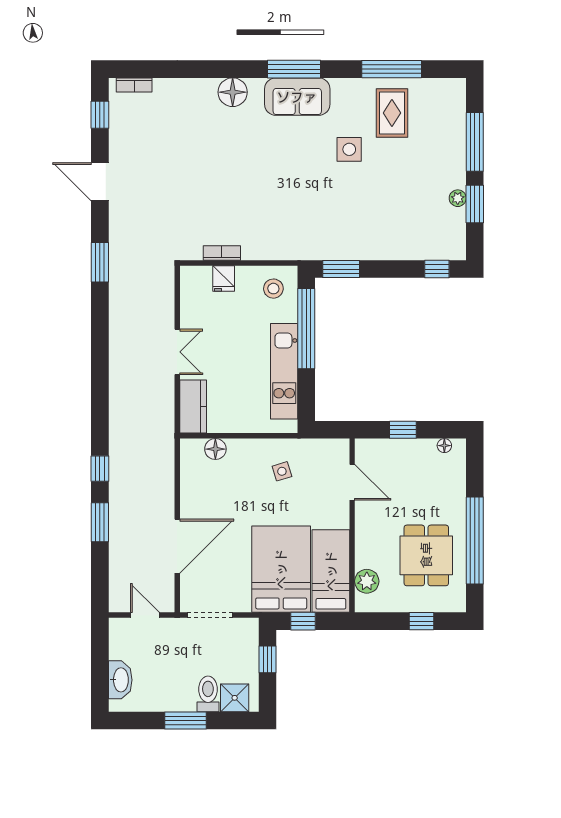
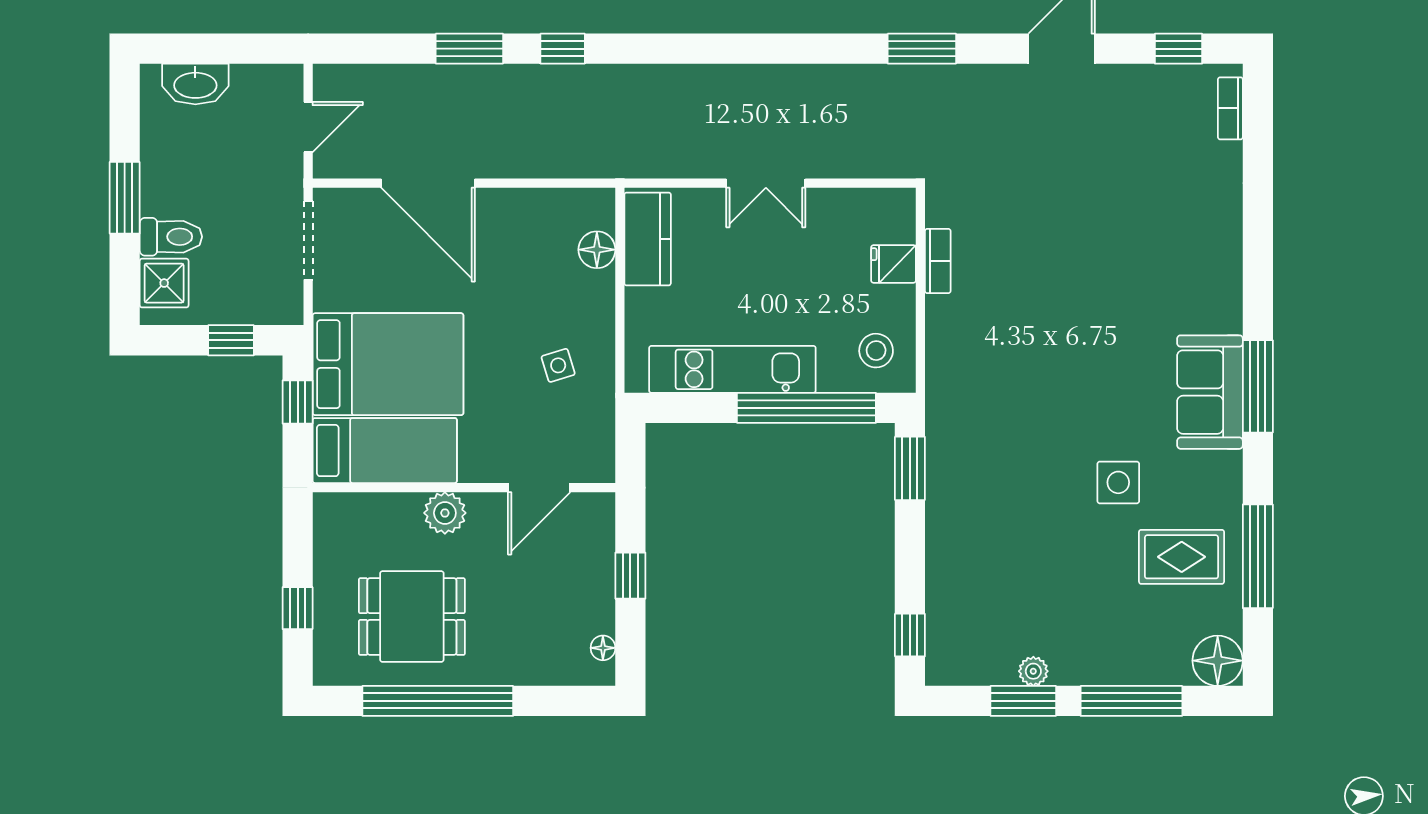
floor lamp: (233, 92) -> (1218, 661), moved
kitchen counter: (193, 407) -> (648, 239), moved, turned -90
plant: (367, 581) -> (445, 513), moved

